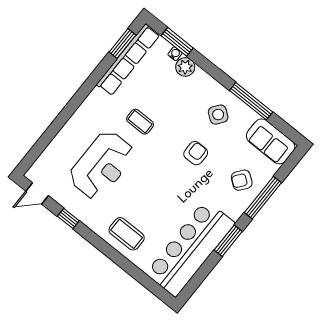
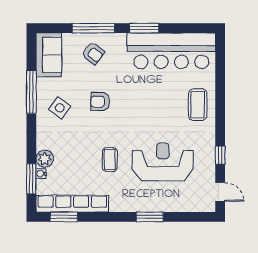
window: (64, 116) -> (150, 217), added

